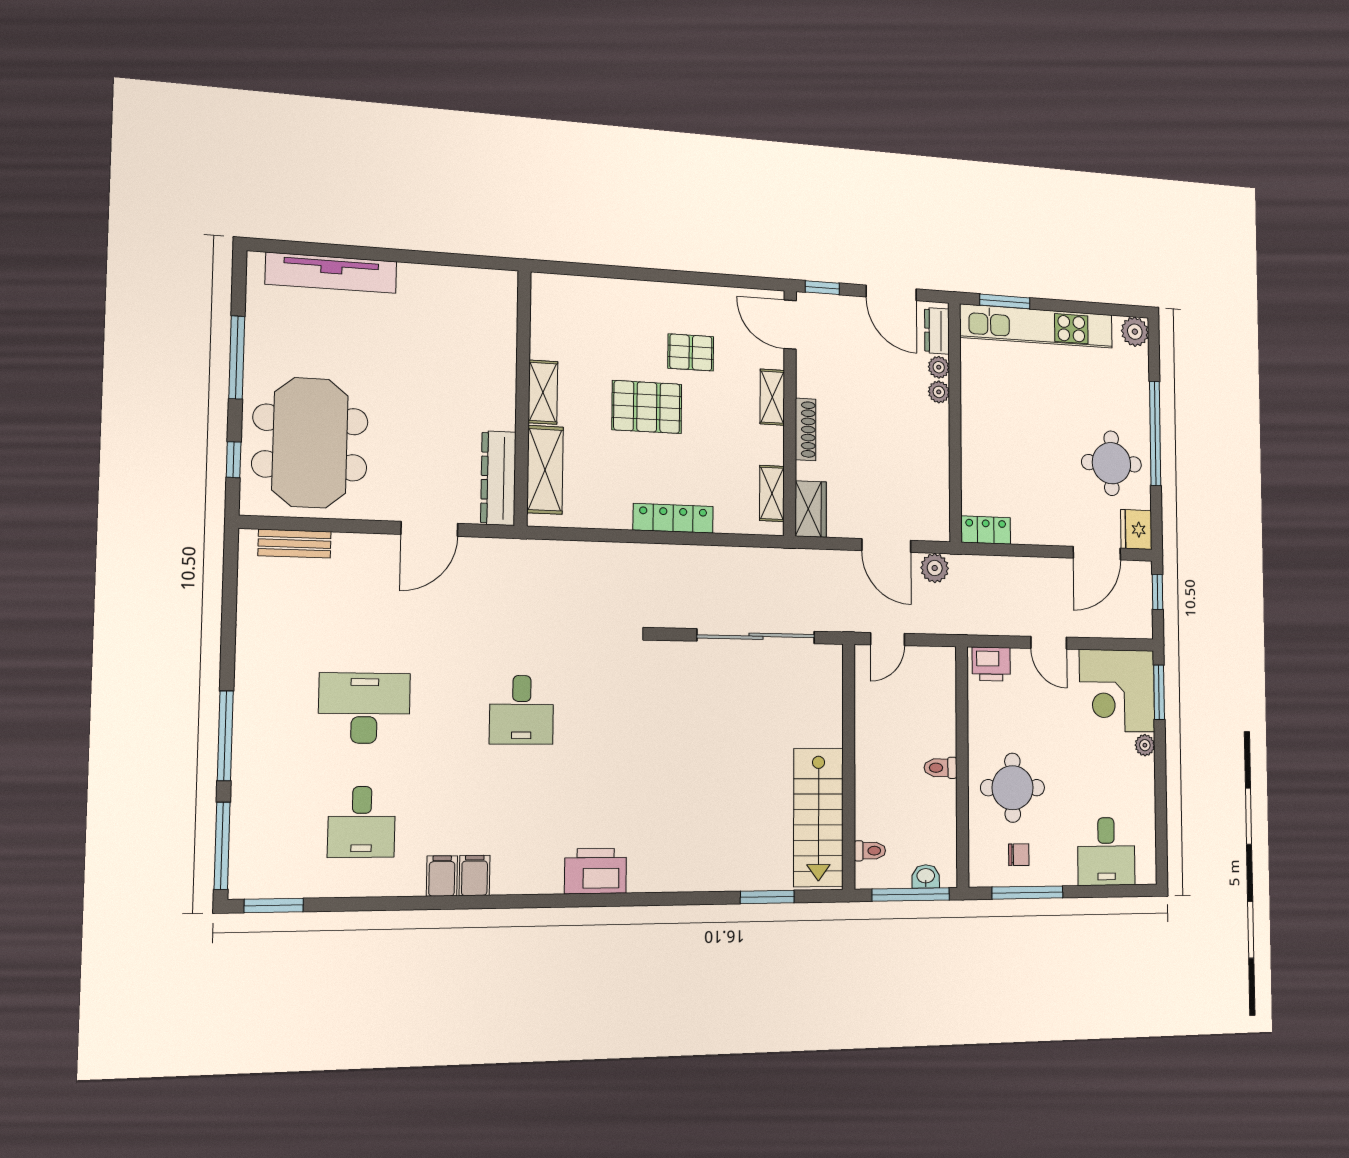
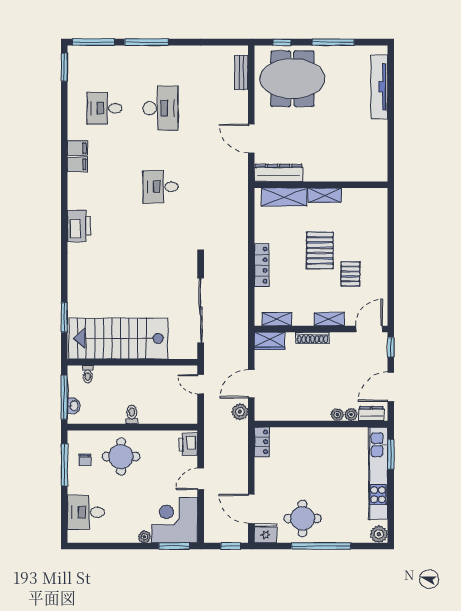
stairs: (818, 817) -> (119, 338), width x1.36, depth x1.51

